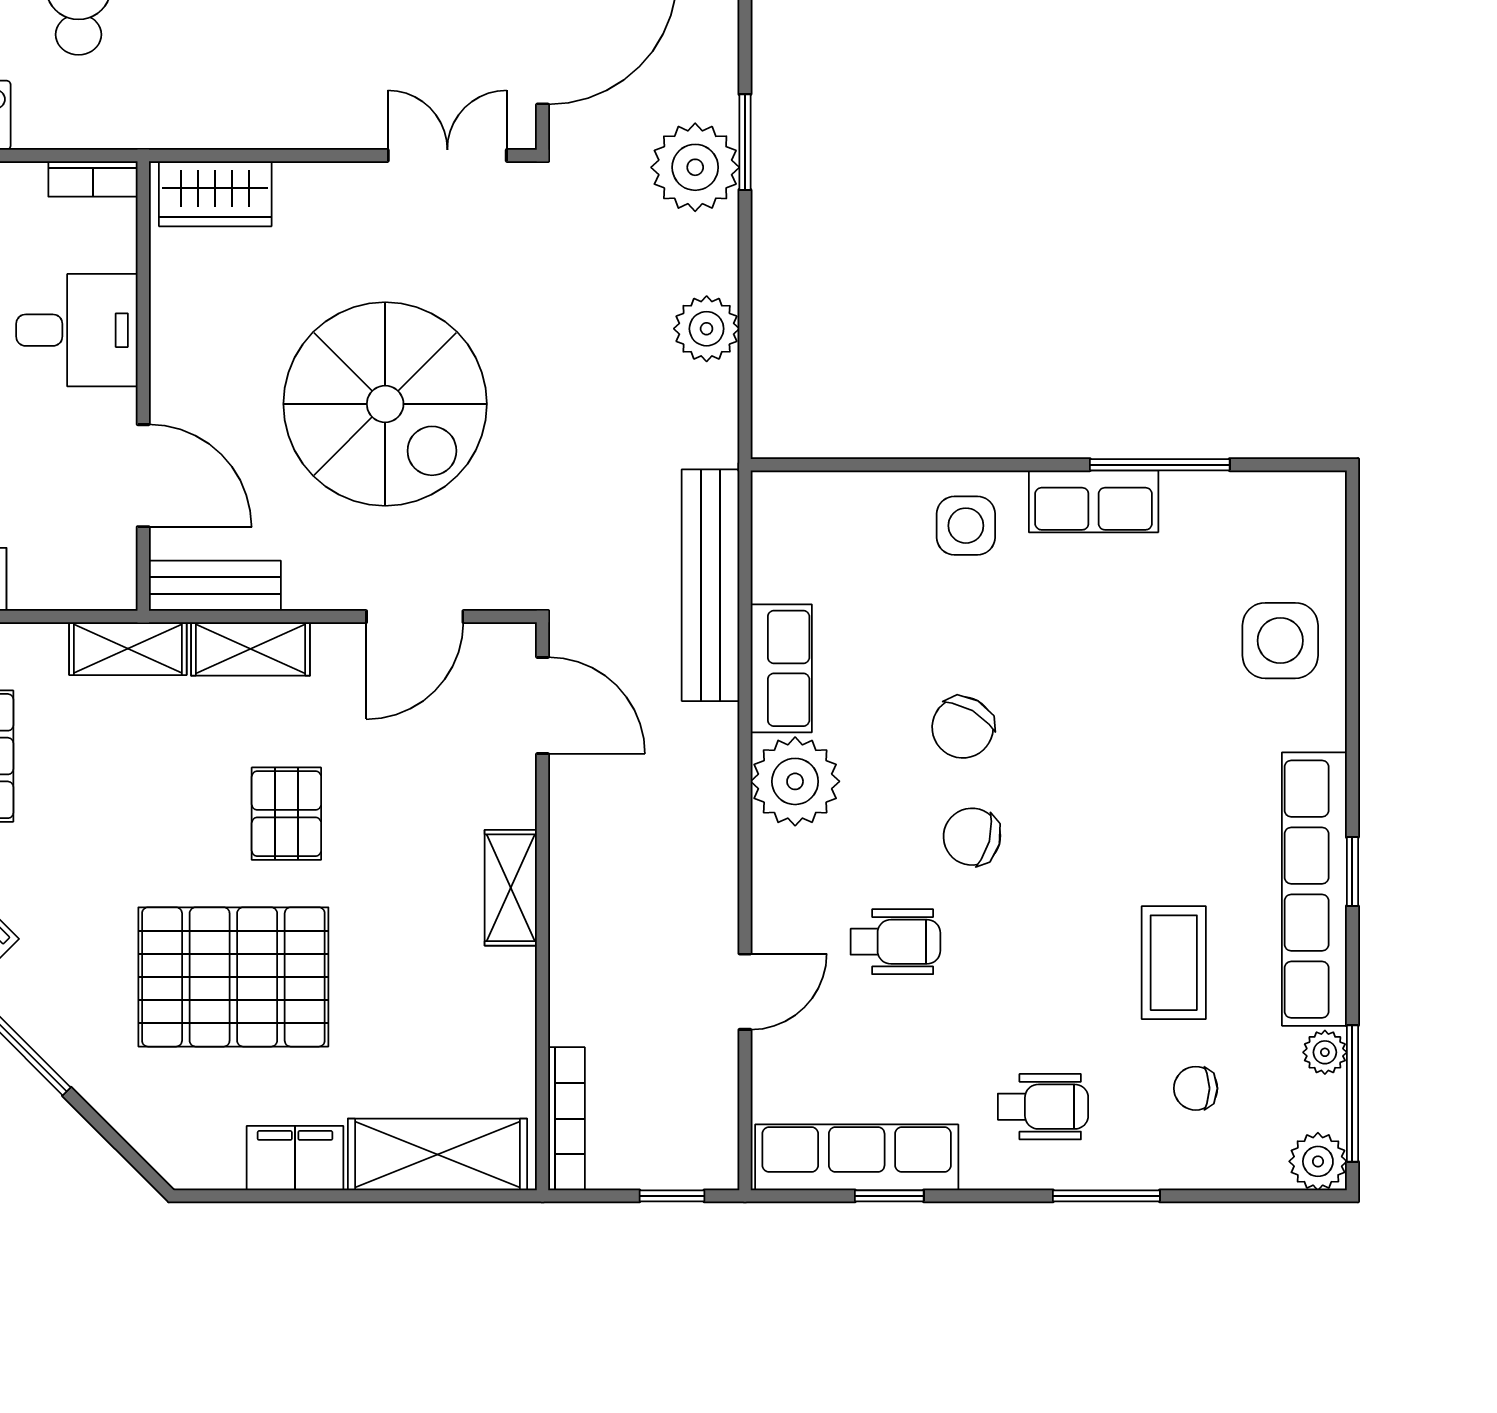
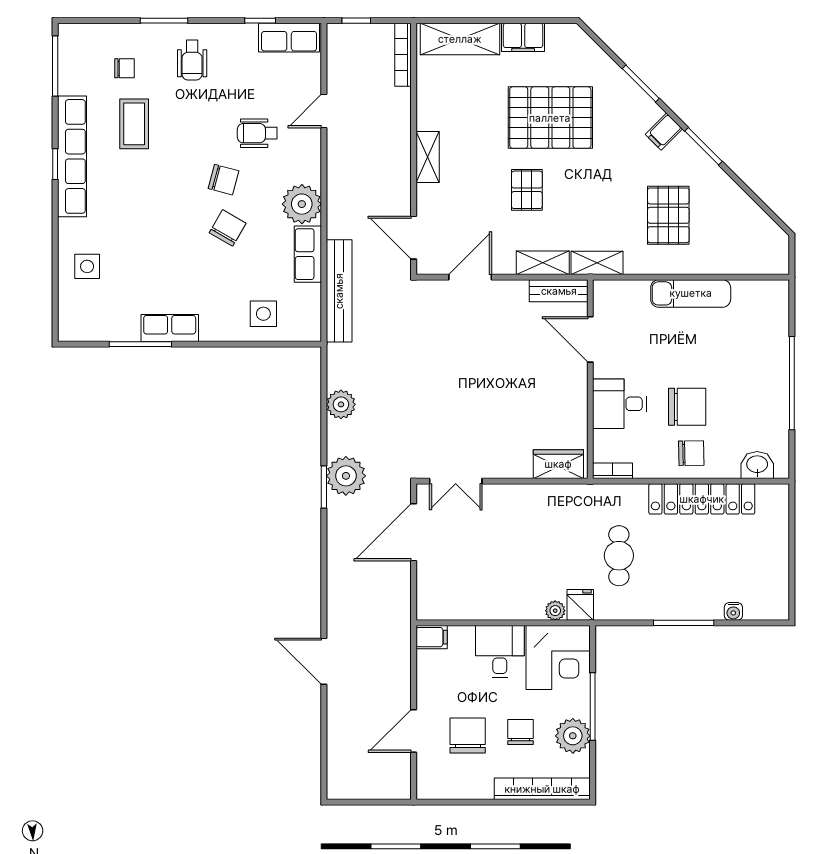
spiral stairs: (385, 404) -> (483, 371), removed
side table: (966, 526) -> (263, 314), moved
side table: (1280, 641) -> (87, 266), width x0.73, depth x0.73
plant: (1325, 1052) -> (67, 84), removed
wheelchair: (1043, 1107) -> (192, 60), turned -90
row of seats: (857, 1157) -> (289, 38), width x0.68
plant: (1318, 1161) -> (70, 36), removed

